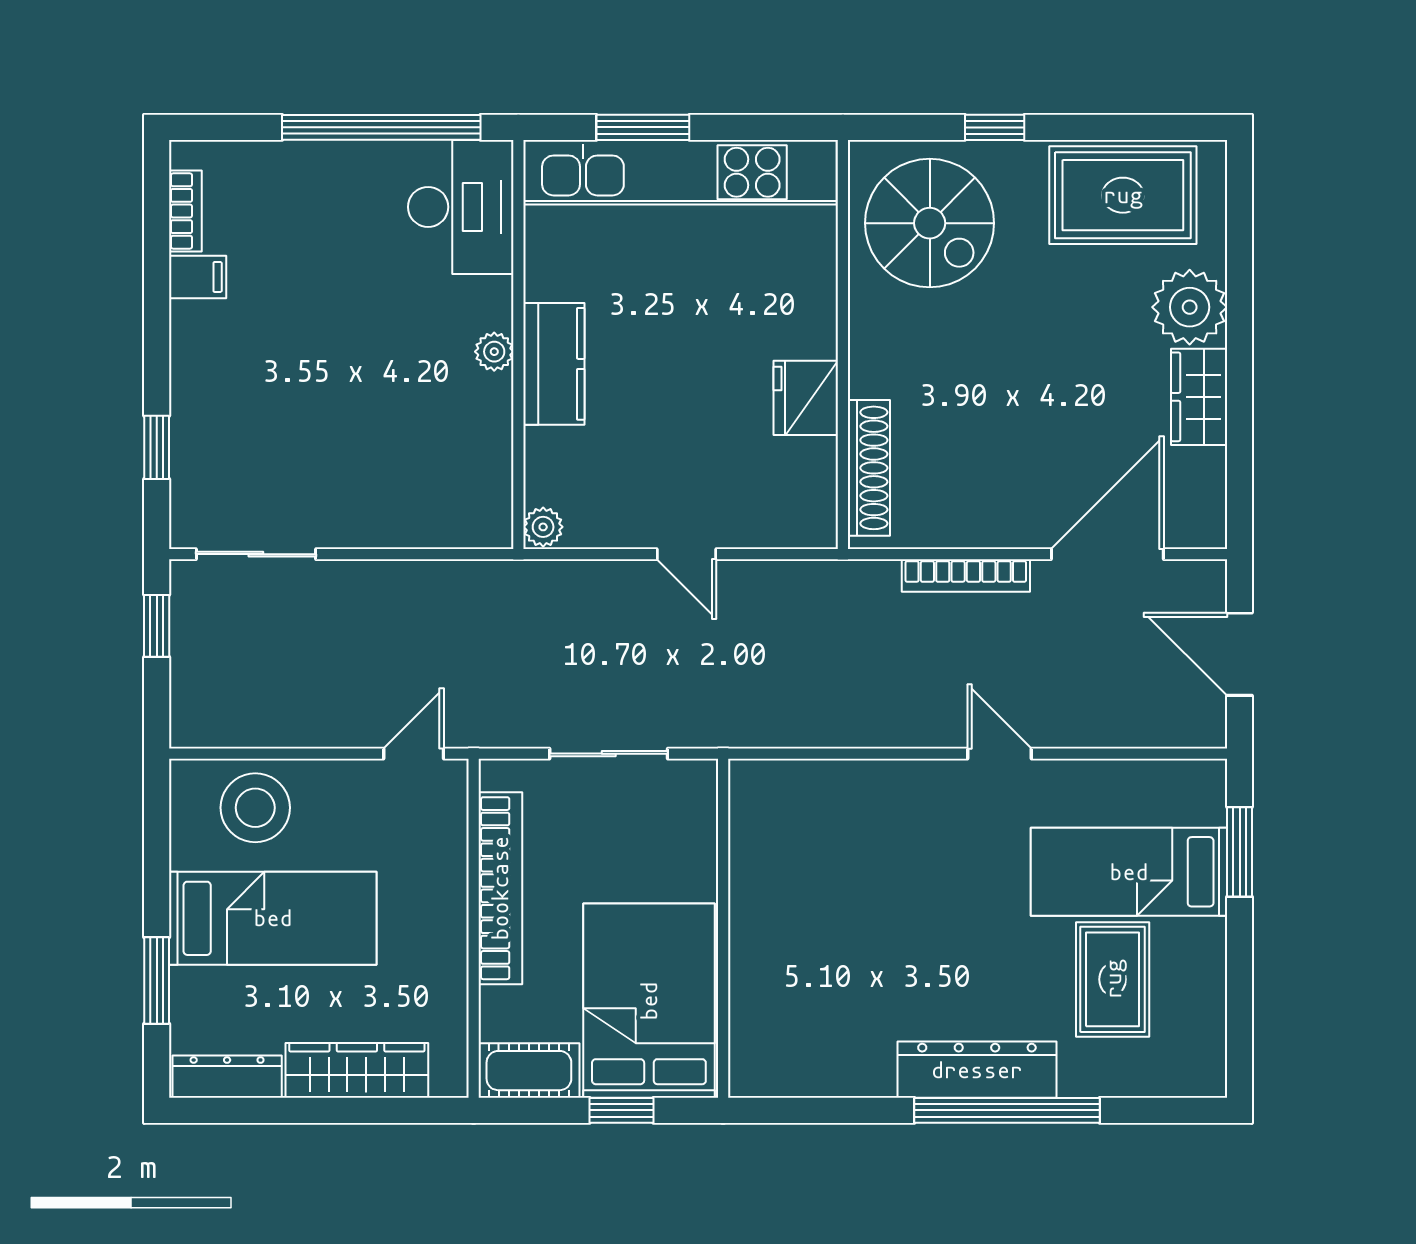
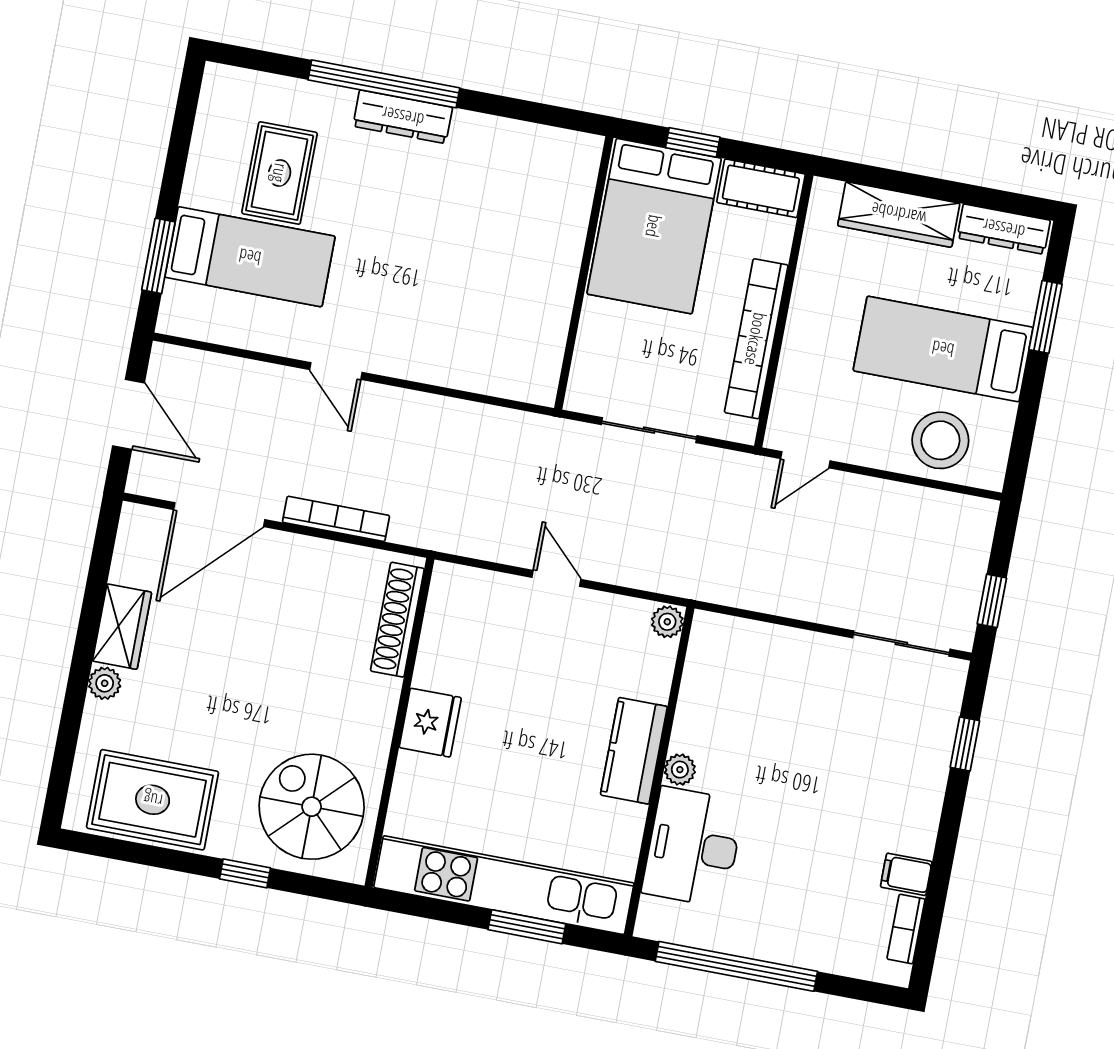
desk: (461, 207) -> (693, 847), moved
plant: (1190, 307) -> (105, 683), width x0.53, depth x0.53
fridge: (806, 398) -> (430, 723), moved
dresser: (977, 1070) -> (403, 117), width x0.73, depth x0.80

